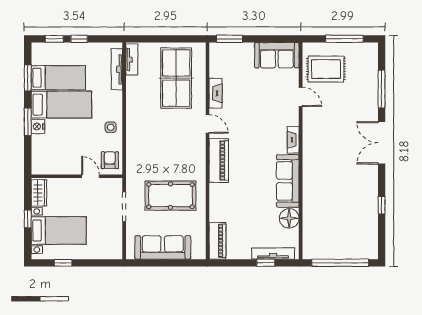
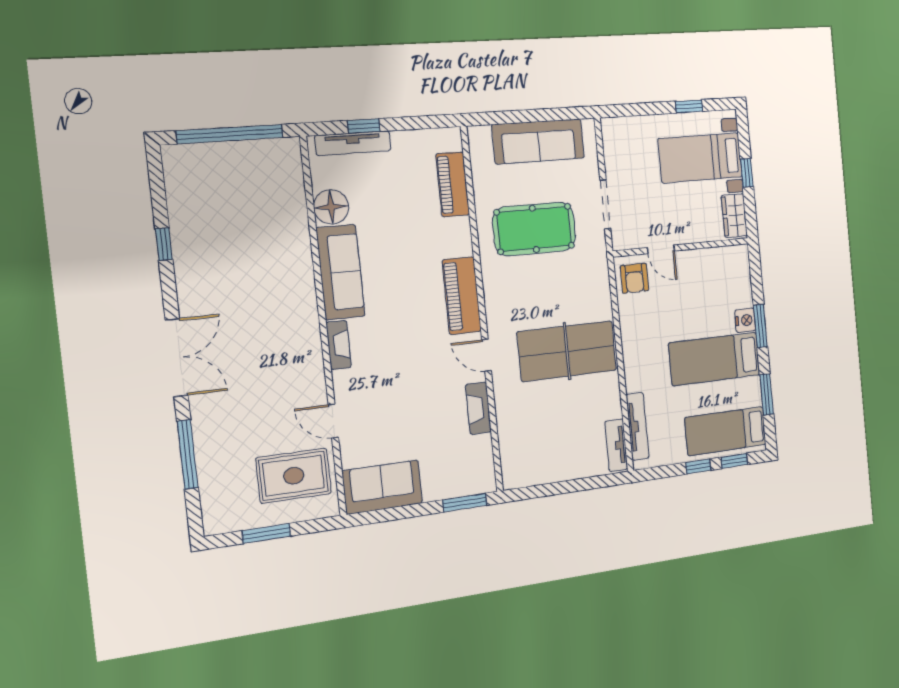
window: (344, 39) -> (266, 533), width x0.69
bed: (58, 78) -> (726, 431), moved
table tennis table: (176, 78) -> (567, 351), moved, turned 90
side table: (111, 127) -> (638, 332), removed
piano: (217, 241) -> (453, 184), moved

